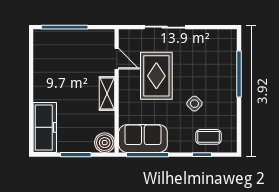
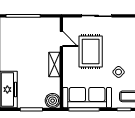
sofa: (143, 138) -> (87, 98), width x1.36

